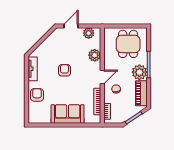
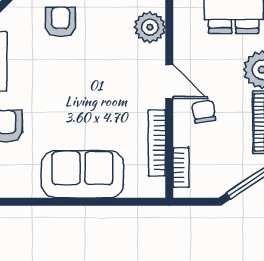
armchair: (65, 70) -> (60, 22), moved
door: (102, 77) -> (169, 82), hinge flipped

